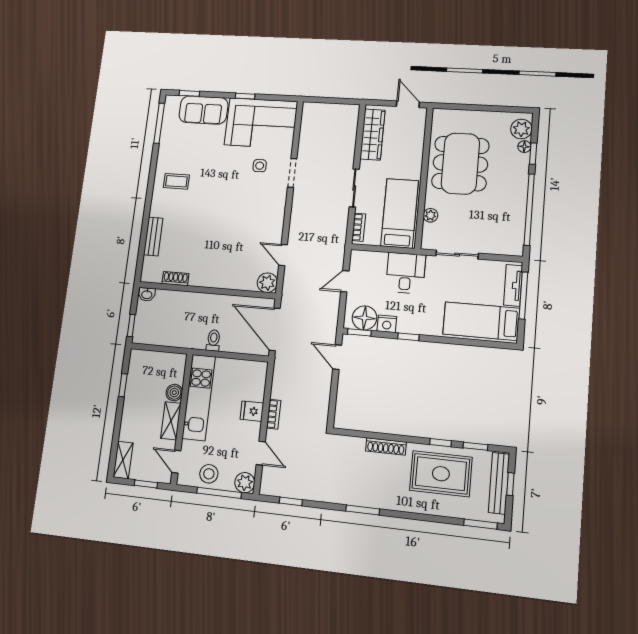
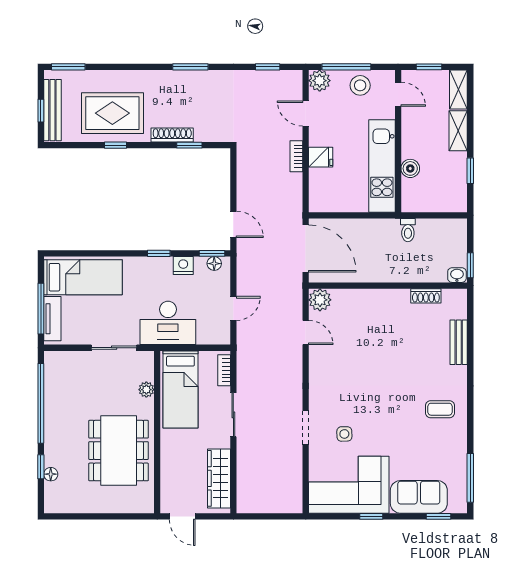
plant: (521, 129) -> (55, 494), removed
desk: (405, 273) -> (168, 323), width x1.37
floor lamp: (365, 318) -> (214, 264), width x0.53, depth x0.53
window: (131, 325) -> (470, 265), moved
toilet: (213, 340) -> (408, 230), moved
shelving: (171, 421) -> (458, 131), moved
window: (475, 446) -> (189, 145), moved

